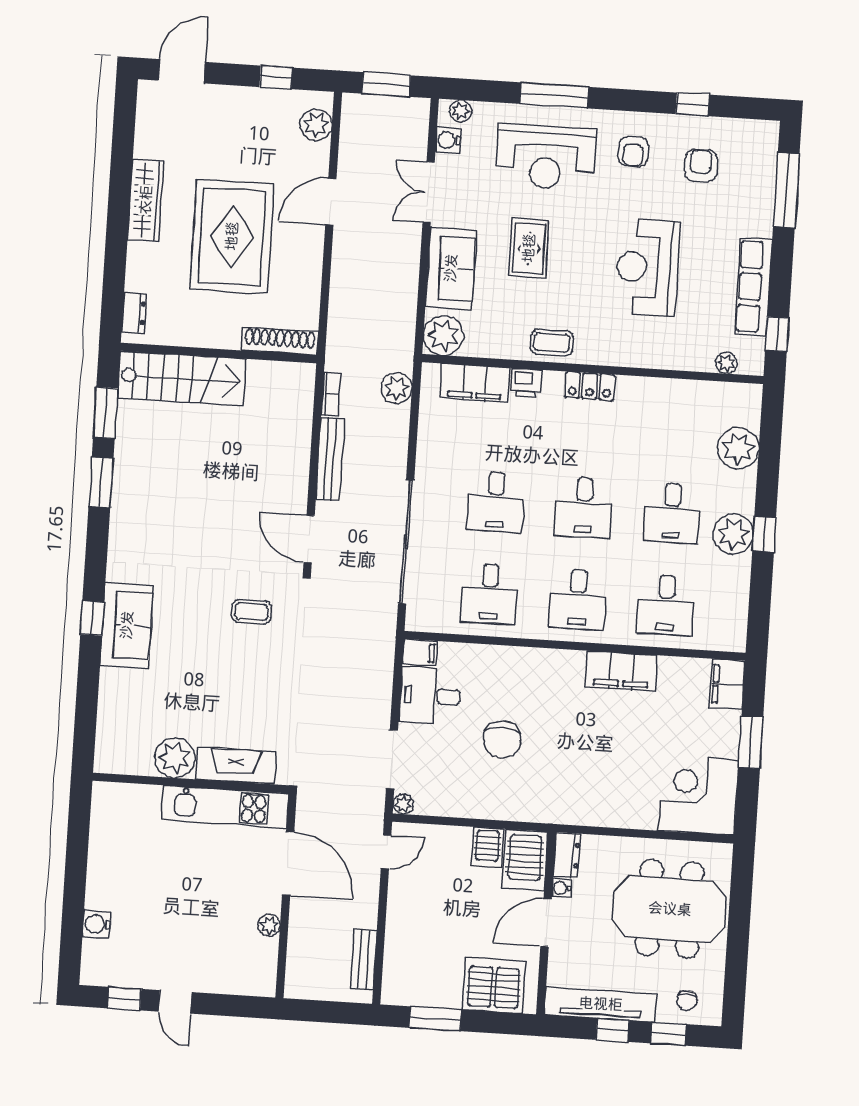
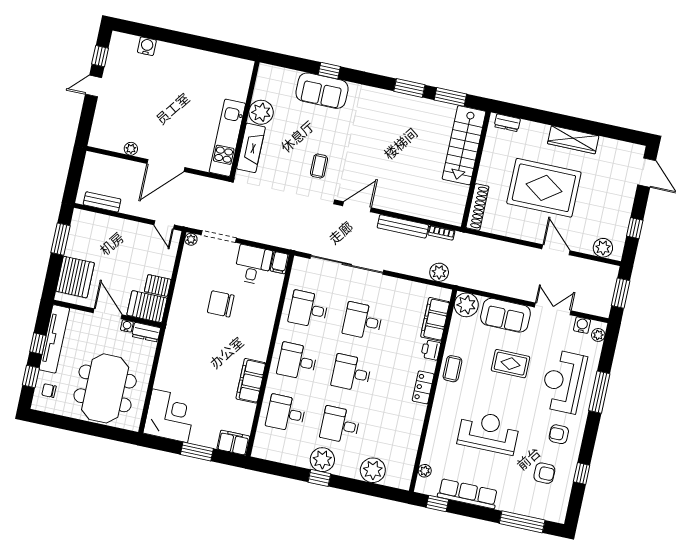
plant: (175, 758) -> (261, 112), moved
fireplace: (236, 766) -> (251, 148), moved
wall: (191, 783) -> (245, 120), moved
kitchen unit: (225, 807) -> (227, 138), moved

